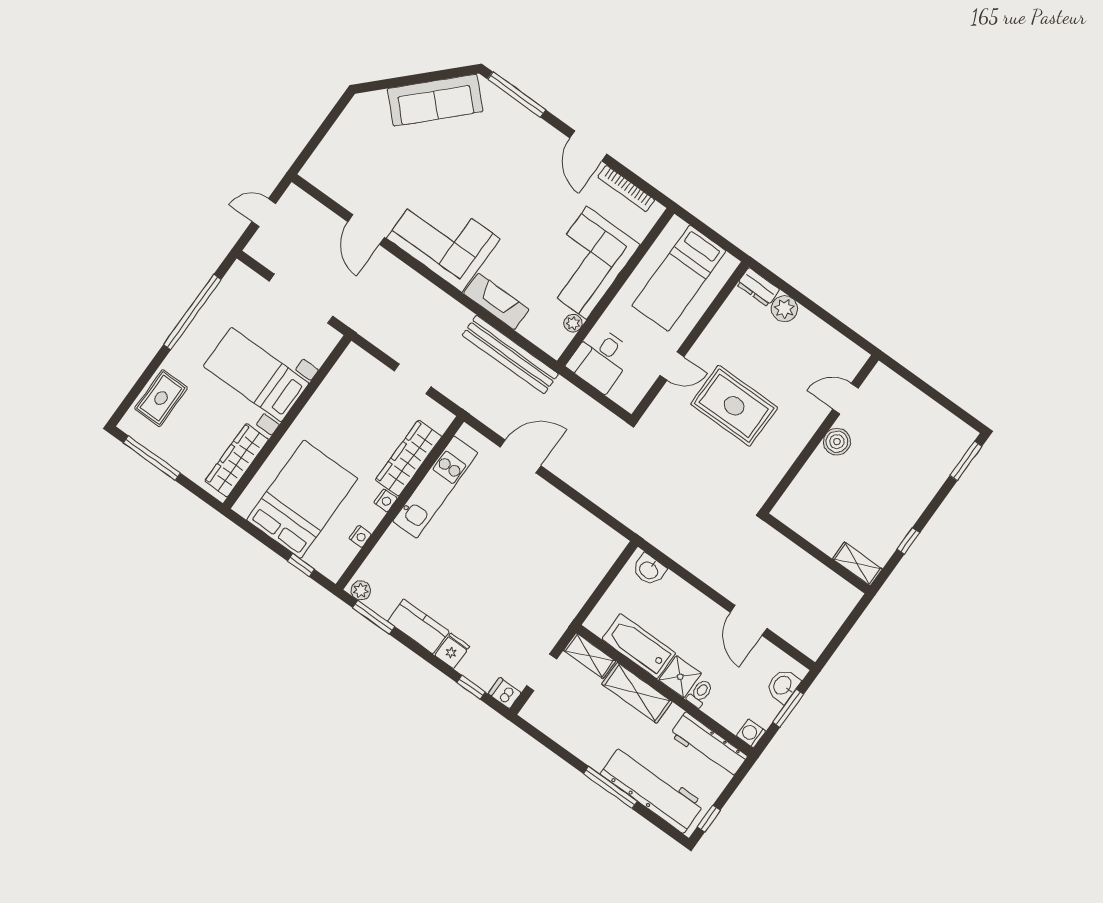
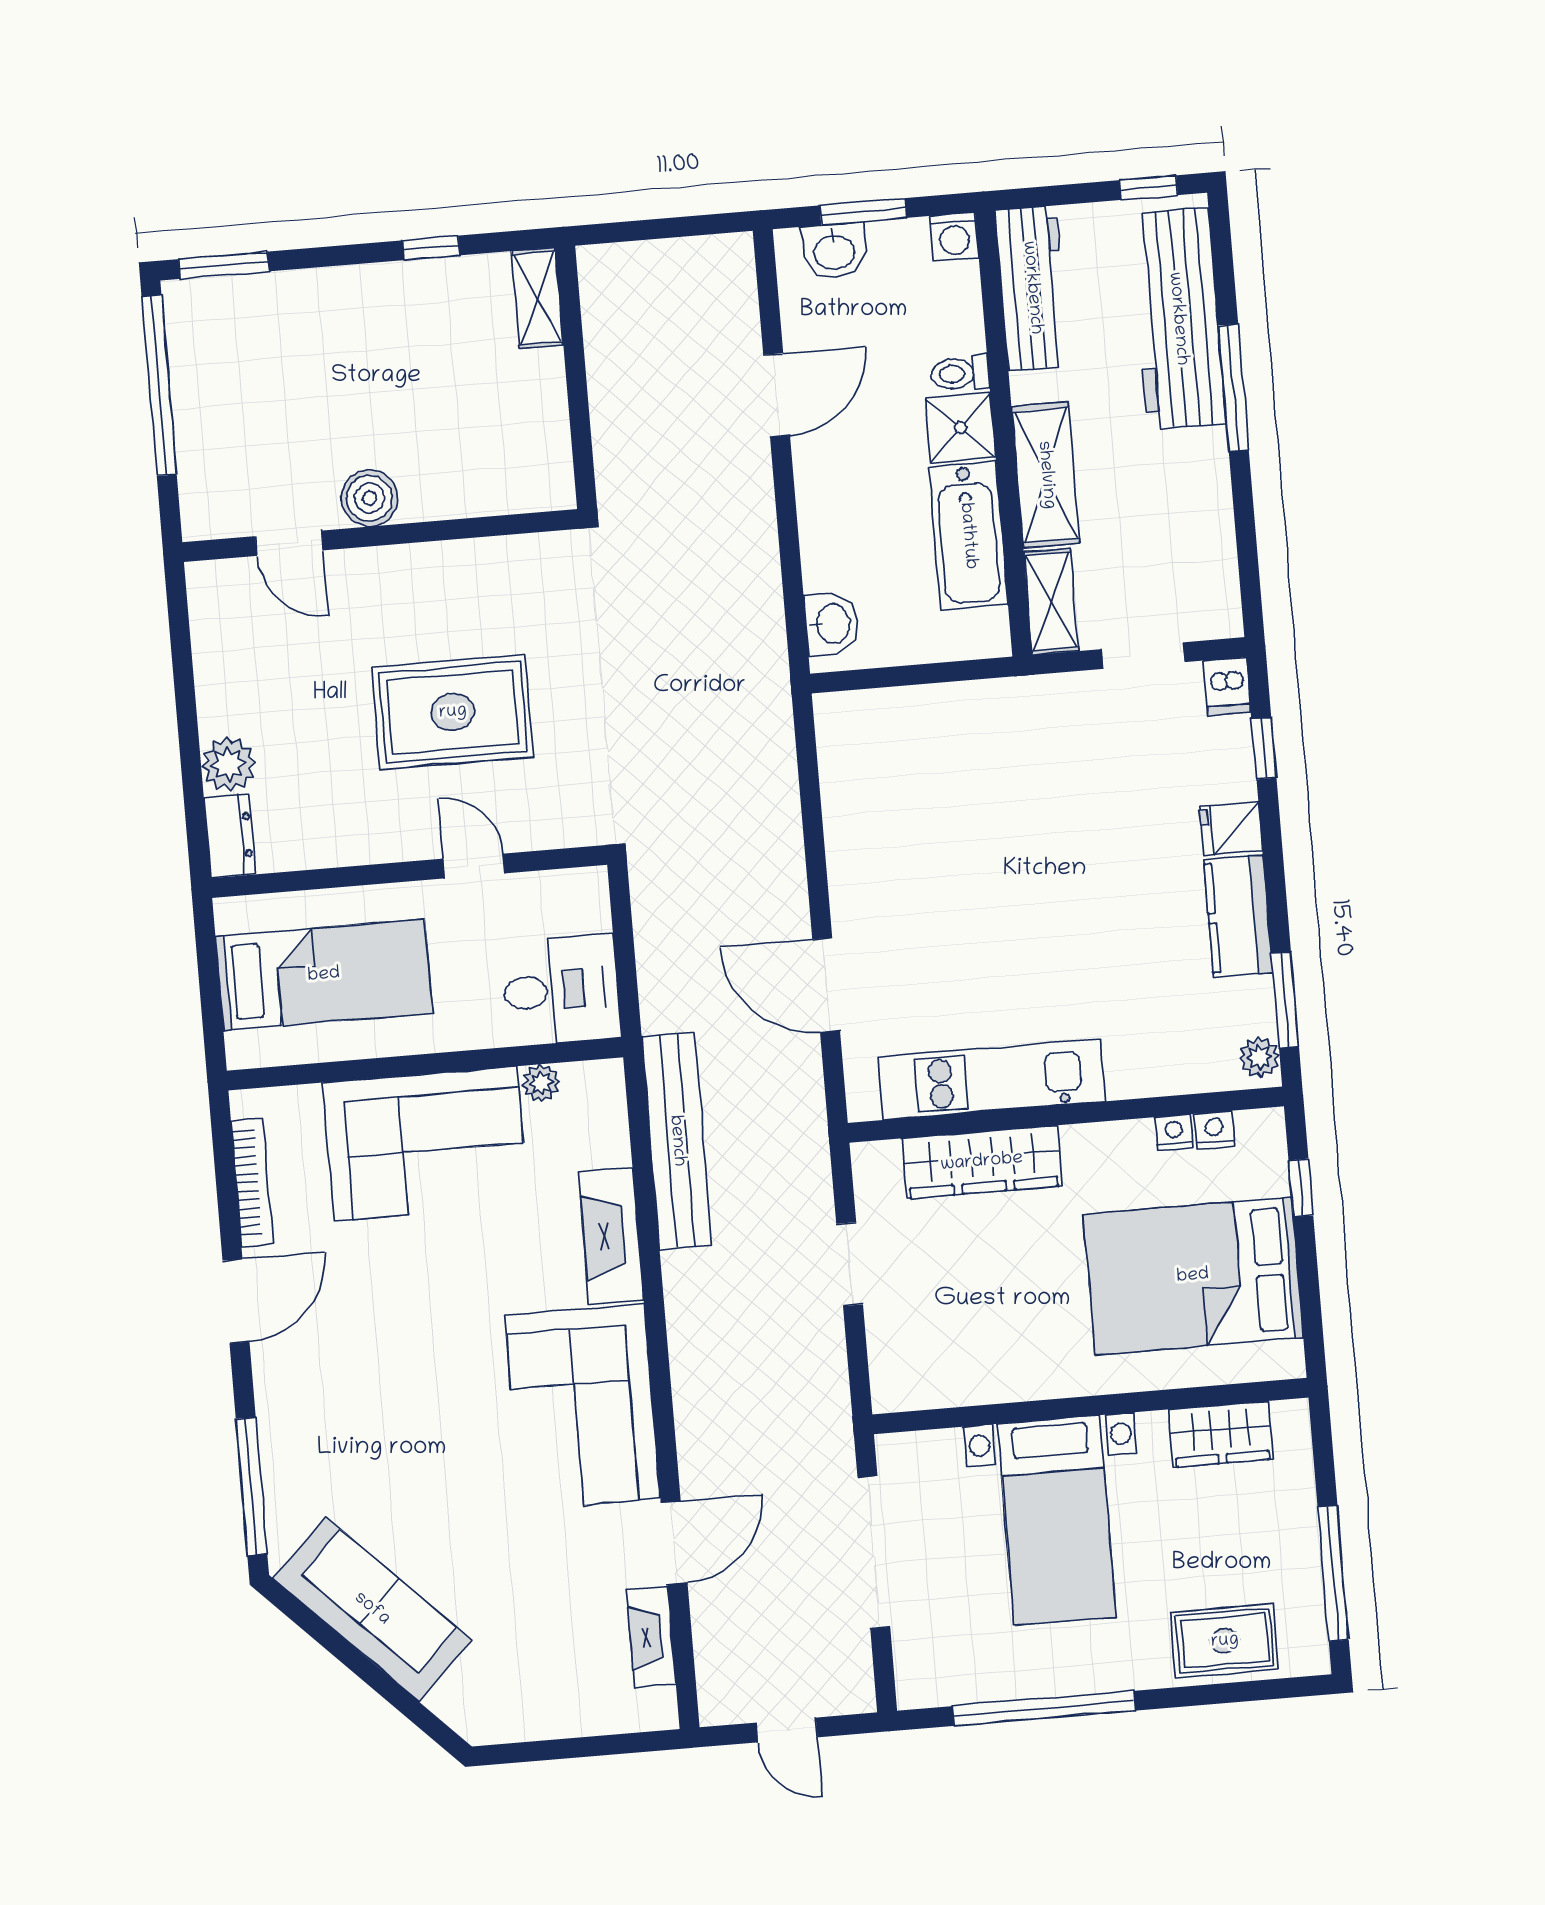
fireplace: (339, 192) -> (651, 1637), added
window: (942, 400) -> (159, 385), added
rug: (734, 406) -> (453, 712), turned 90
wardrobe: (237, 460) -> (1221, 1434), width x0.67
nightstand: (385, 500) -> (1214, 1130), moved

